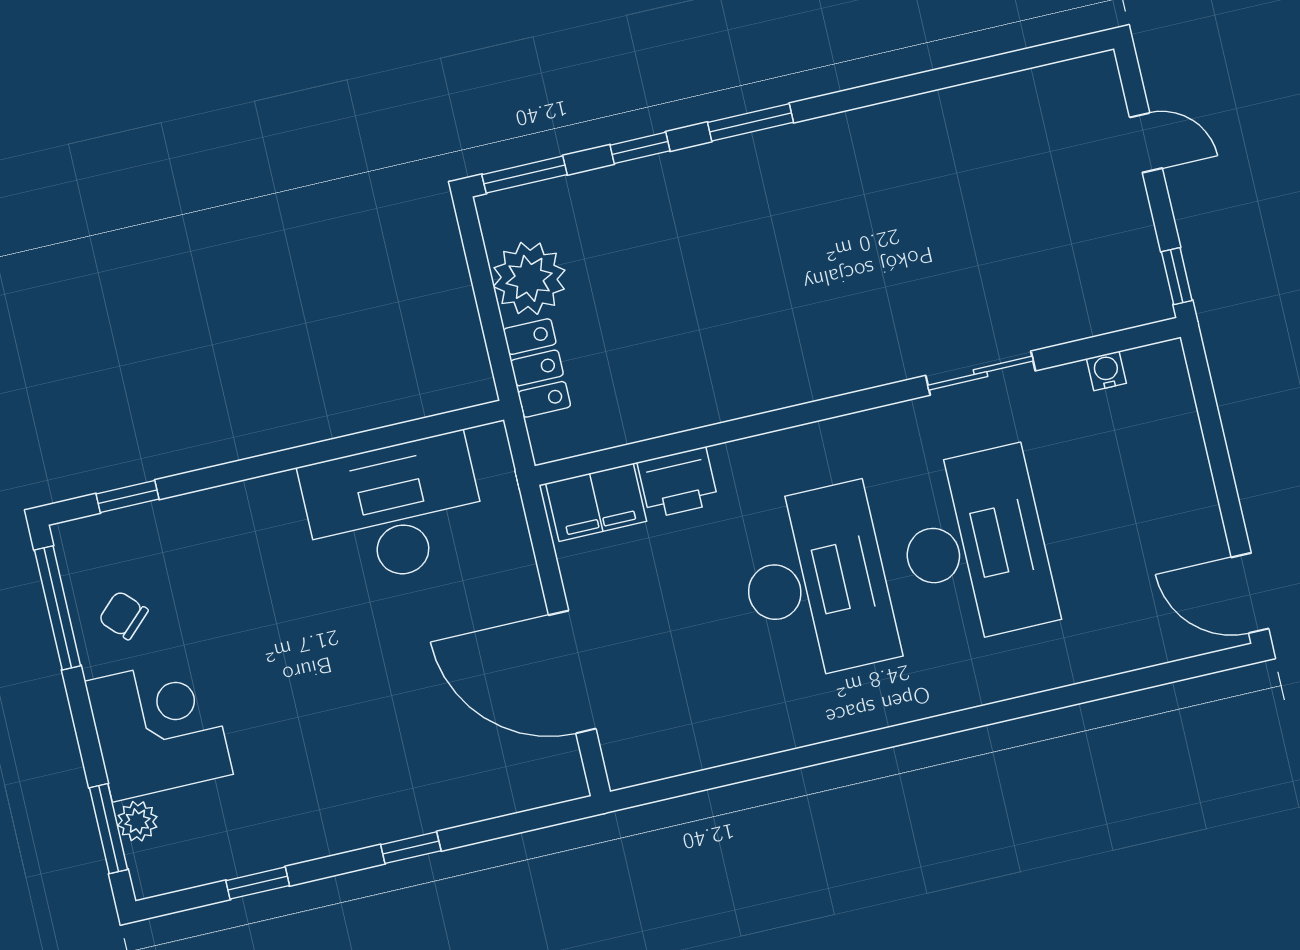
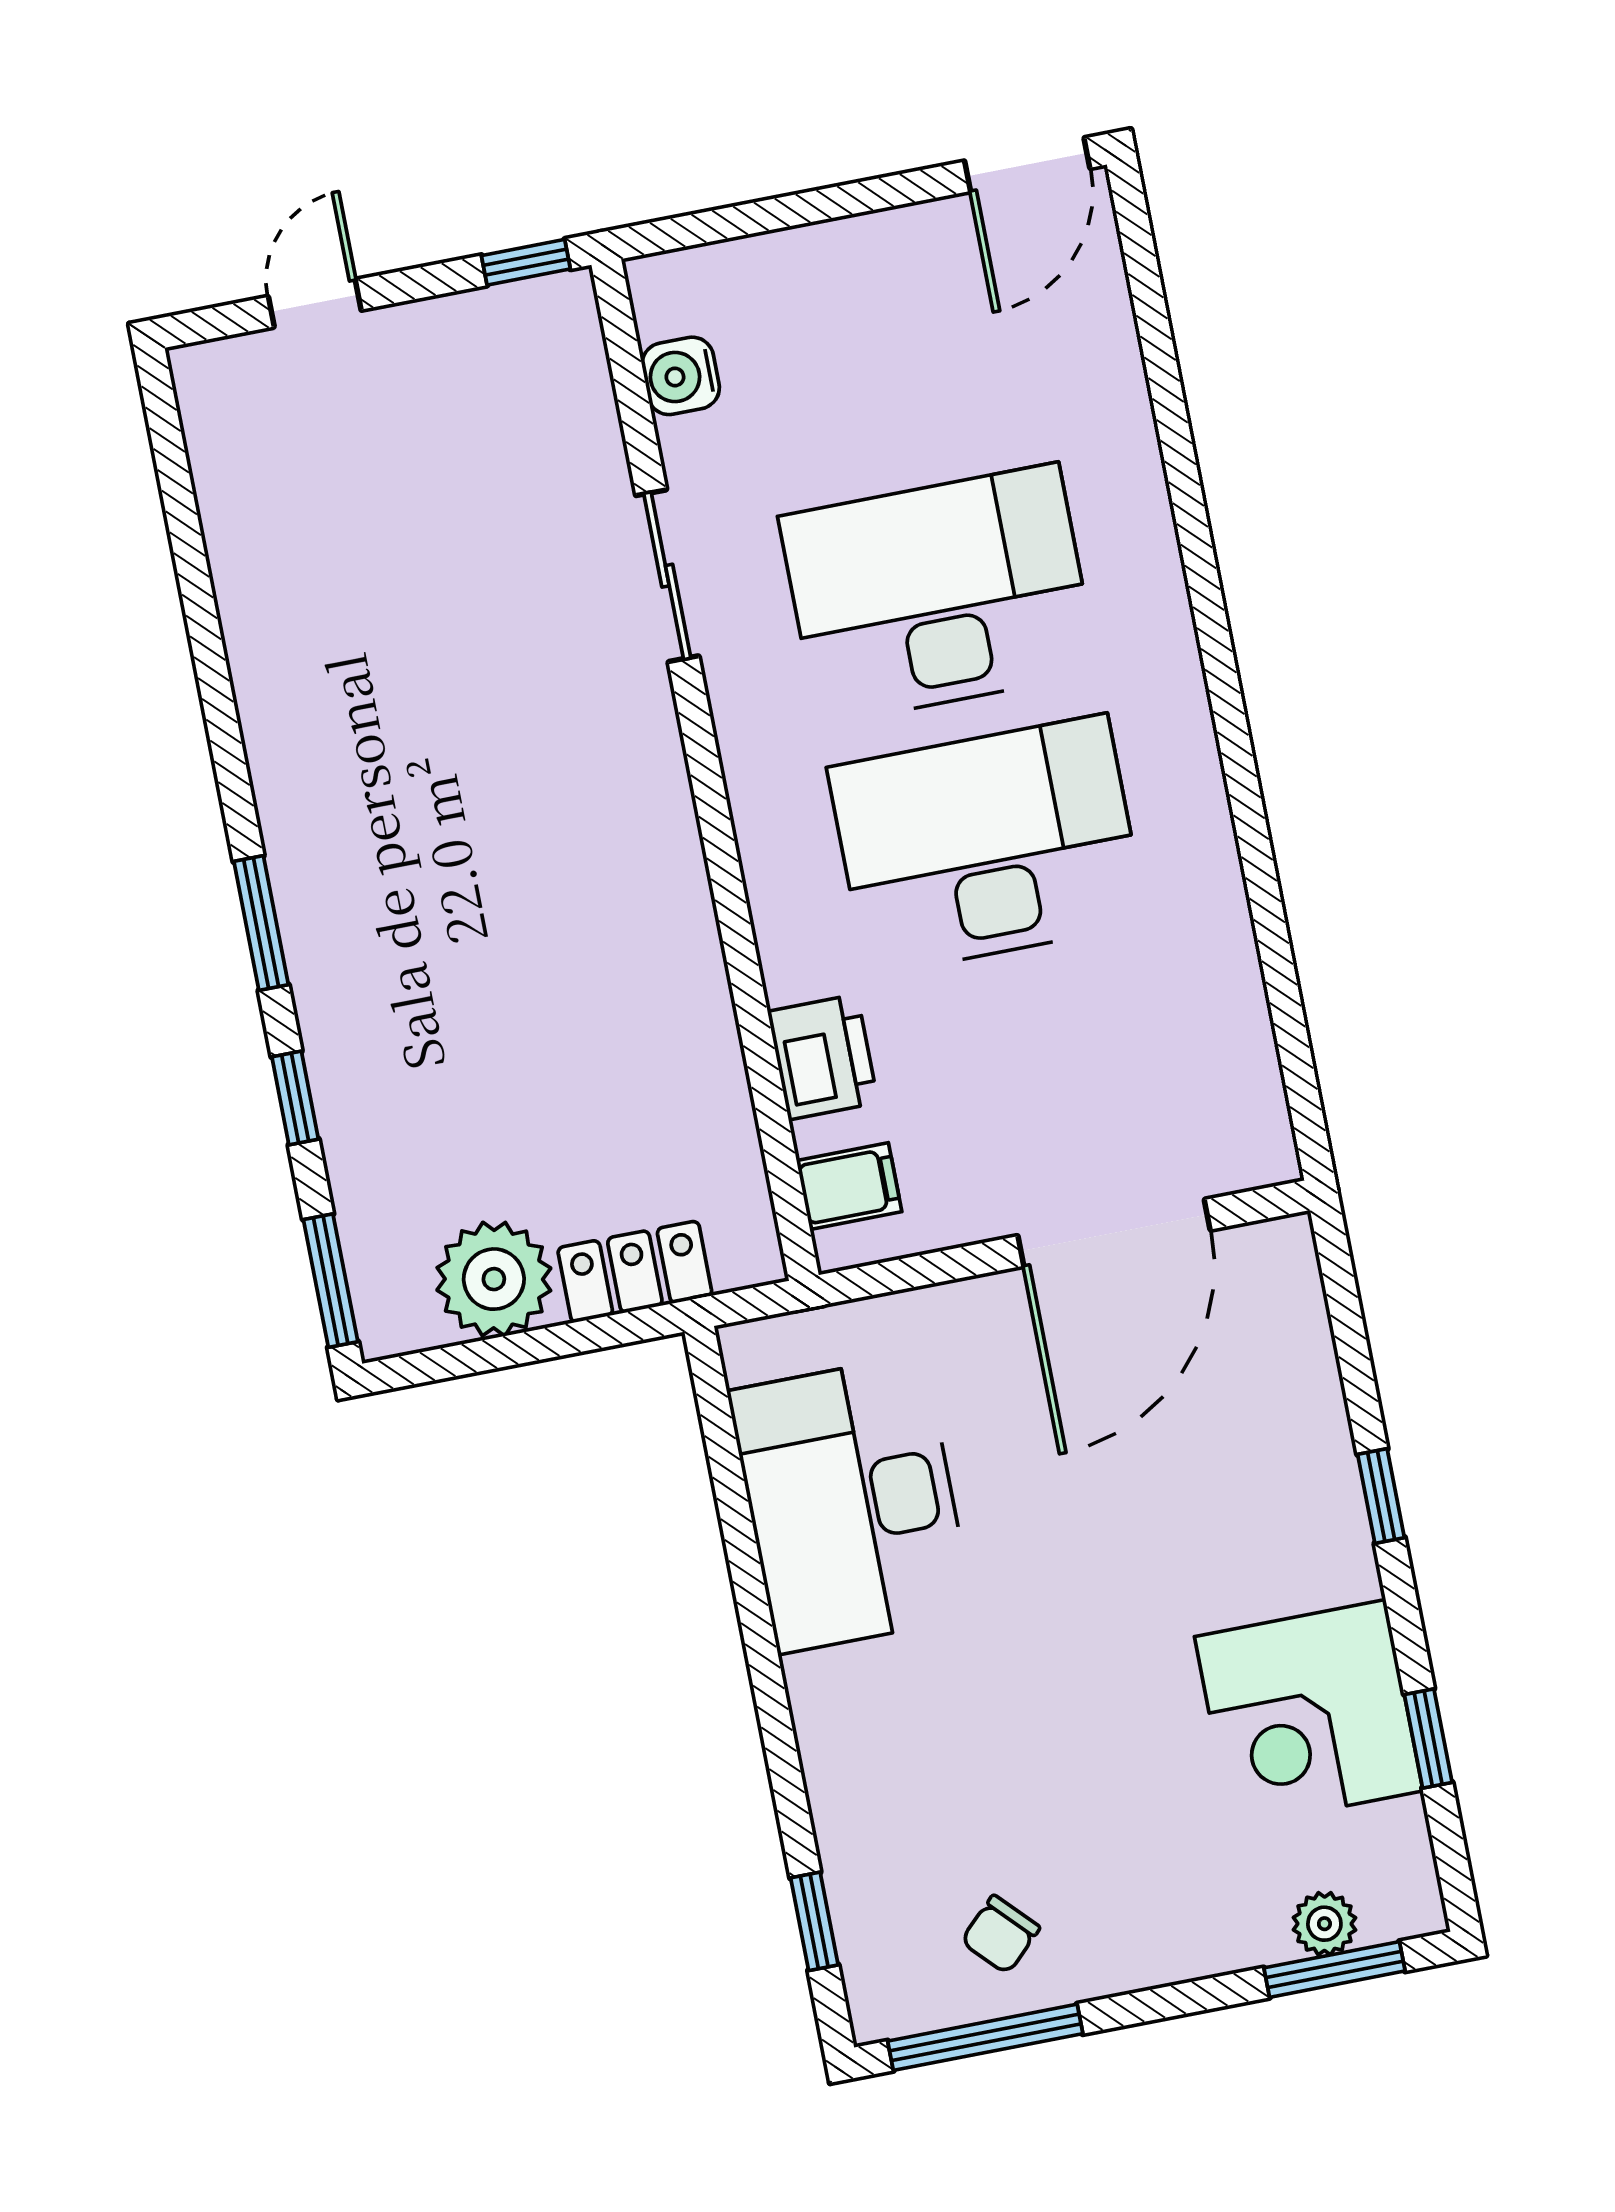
water cooler: (1106, 371) -> (681, 376), width x1.38, depth x1.38
filing cabinet: (596, 502) -> (849, 1186), width x0.50
corner desk: (159, 728) -> (1309, 1714), moved, turned -90

